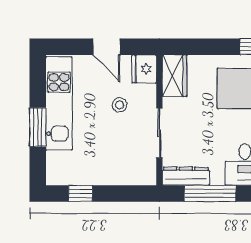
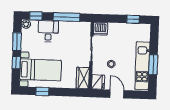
window: (38, 127) -> (153, 65), moved
dishwasher: (143, 173) -> (101, 29), added
dresser: (186, 176) -> (79, 26), removed

